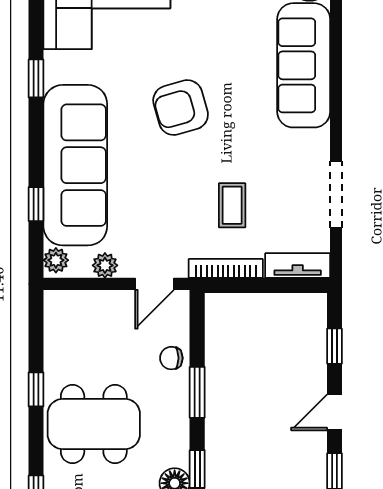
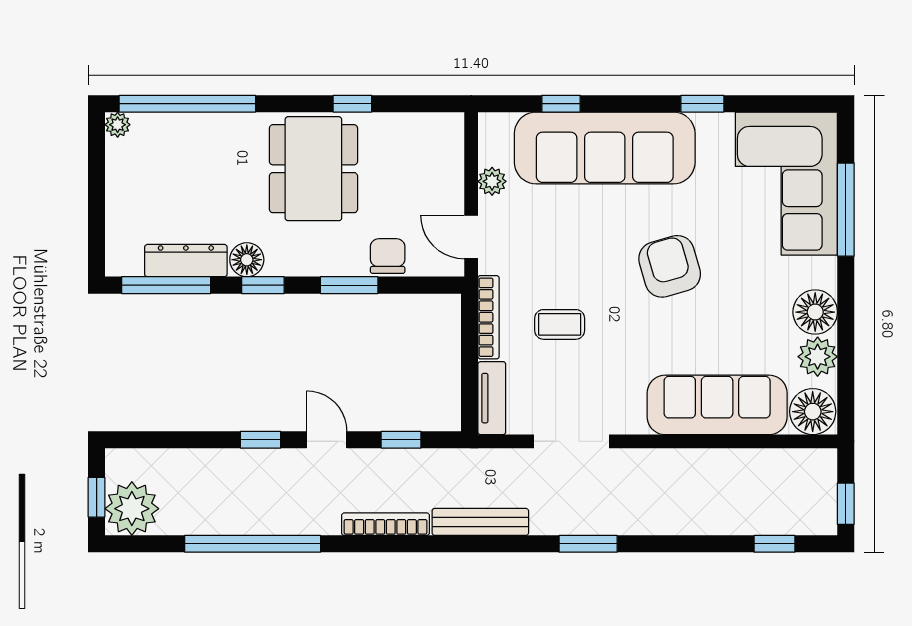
plant: (56, 260) -> (498, 126), removed
chair: (171, 358) -> (388, 256), width x1.37, depth x1.37

